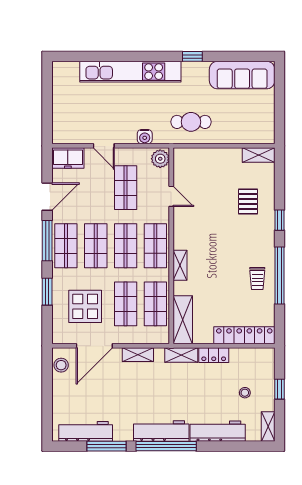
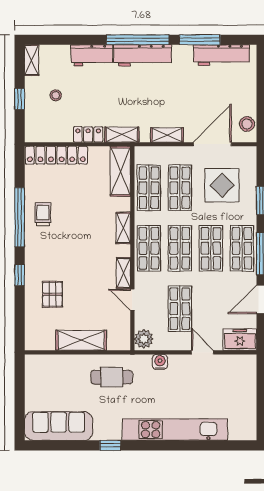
shelving: (259, 155) -> (81, 340), moved, width x1.50, depth x1.33
shelving: (180, 222) -> (123, 273), added
workbench: (218, 431) -> (92, 55), width x0.73

